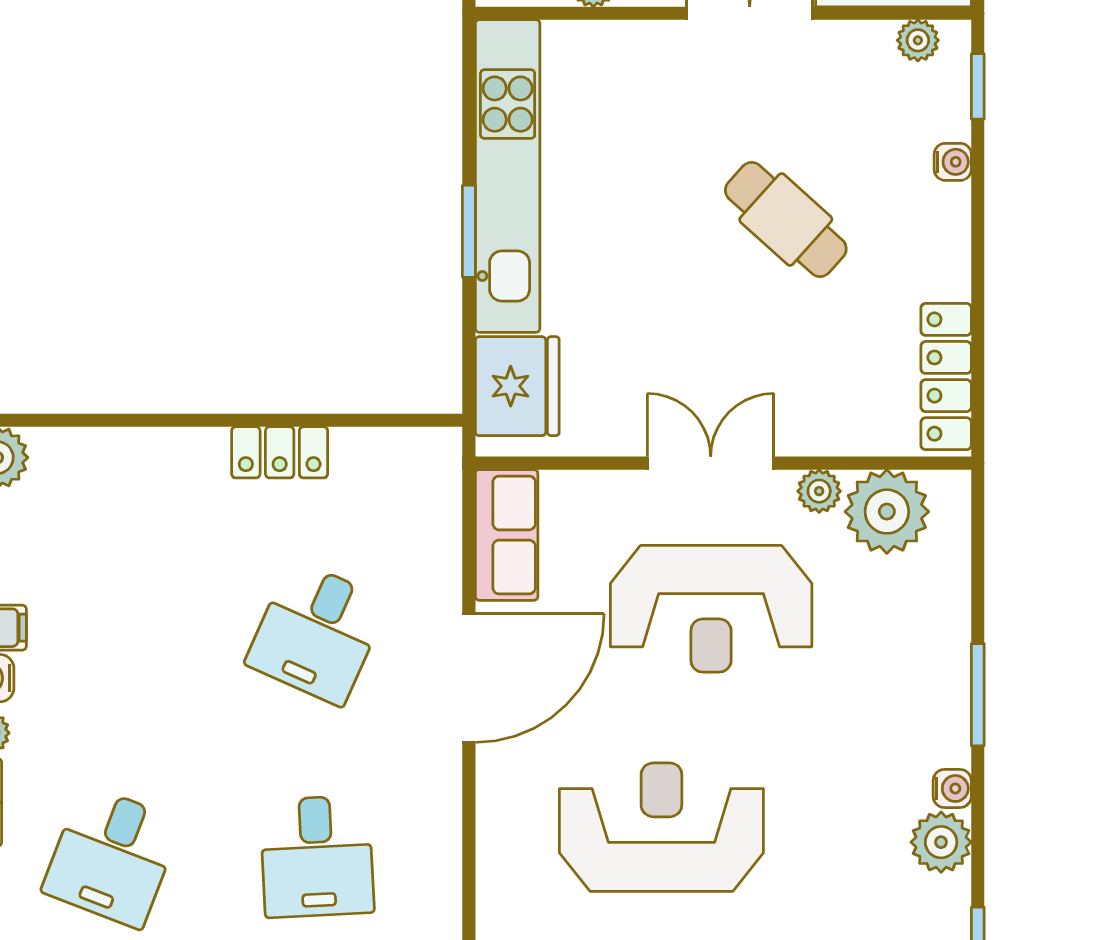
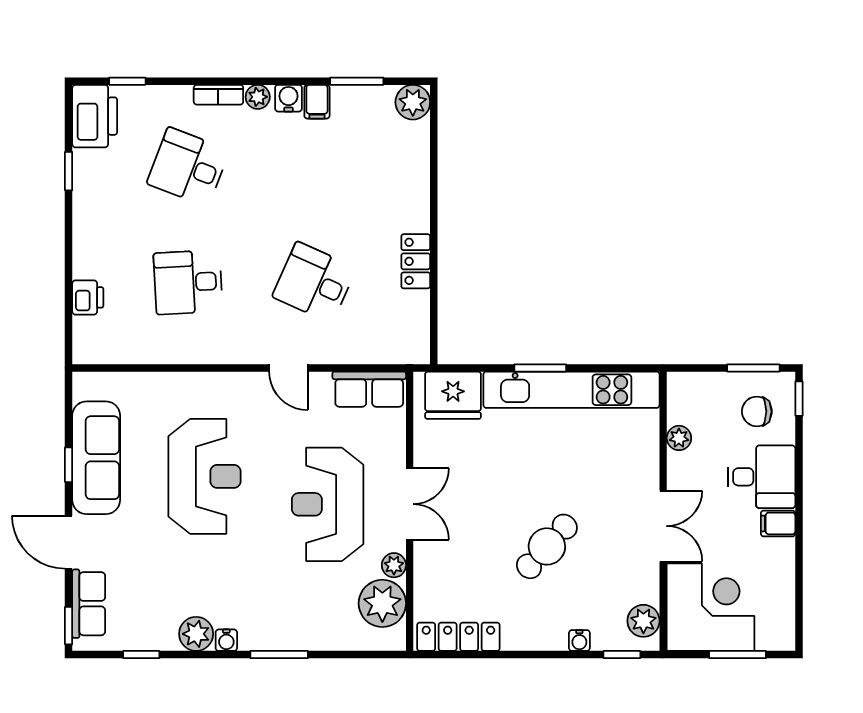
plant: (918, 40) -> (643, 621), width x1.38, depth x1.38
door: (469, 678) -> (289, 368), width x0.53

